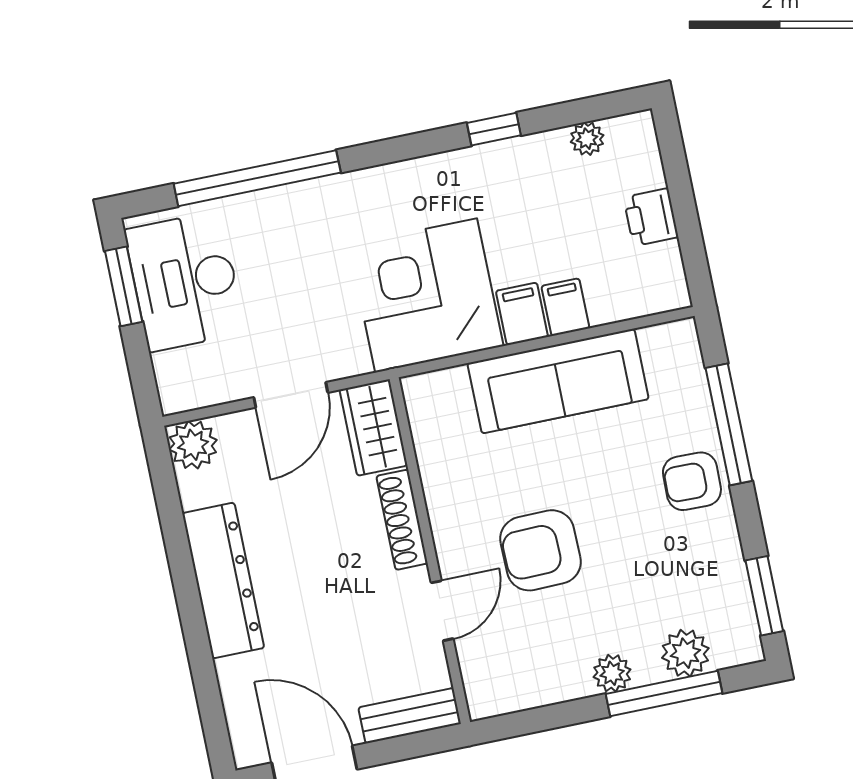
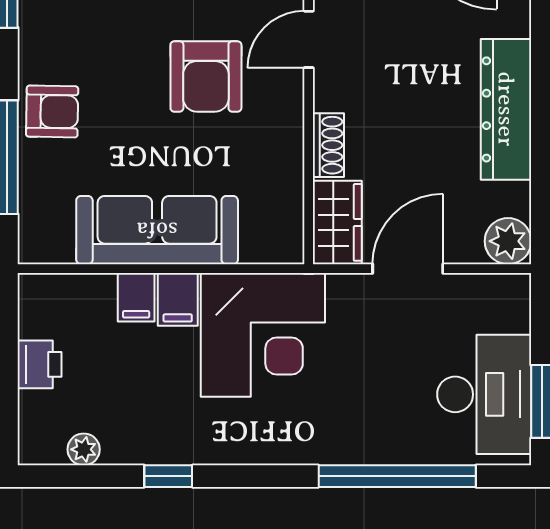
shoe rack: (402, 520) -> (328, 145), width x0.70
armchair: (541, 550) -> (206, 76), turned 91

